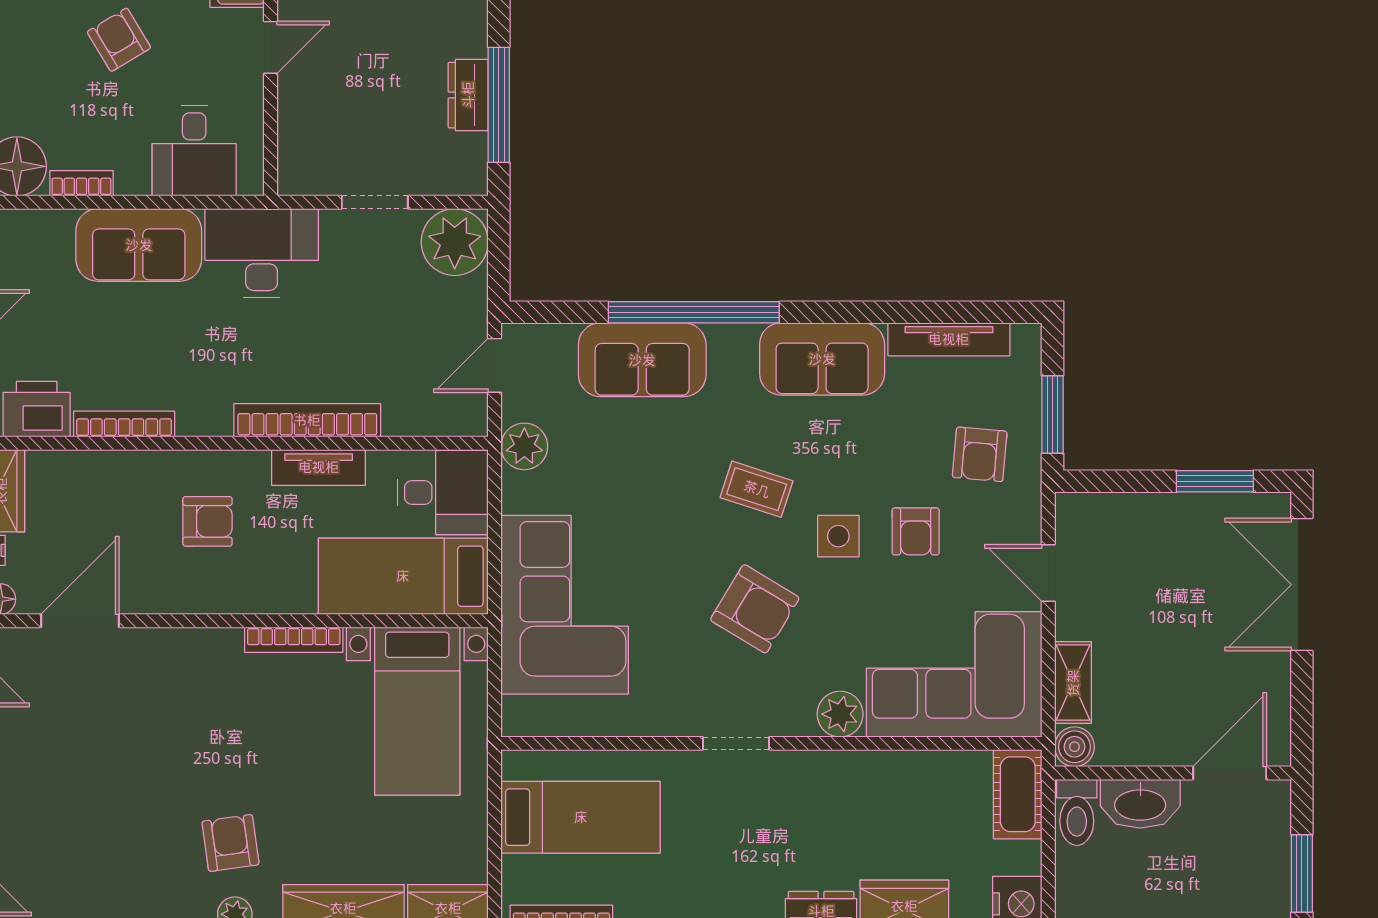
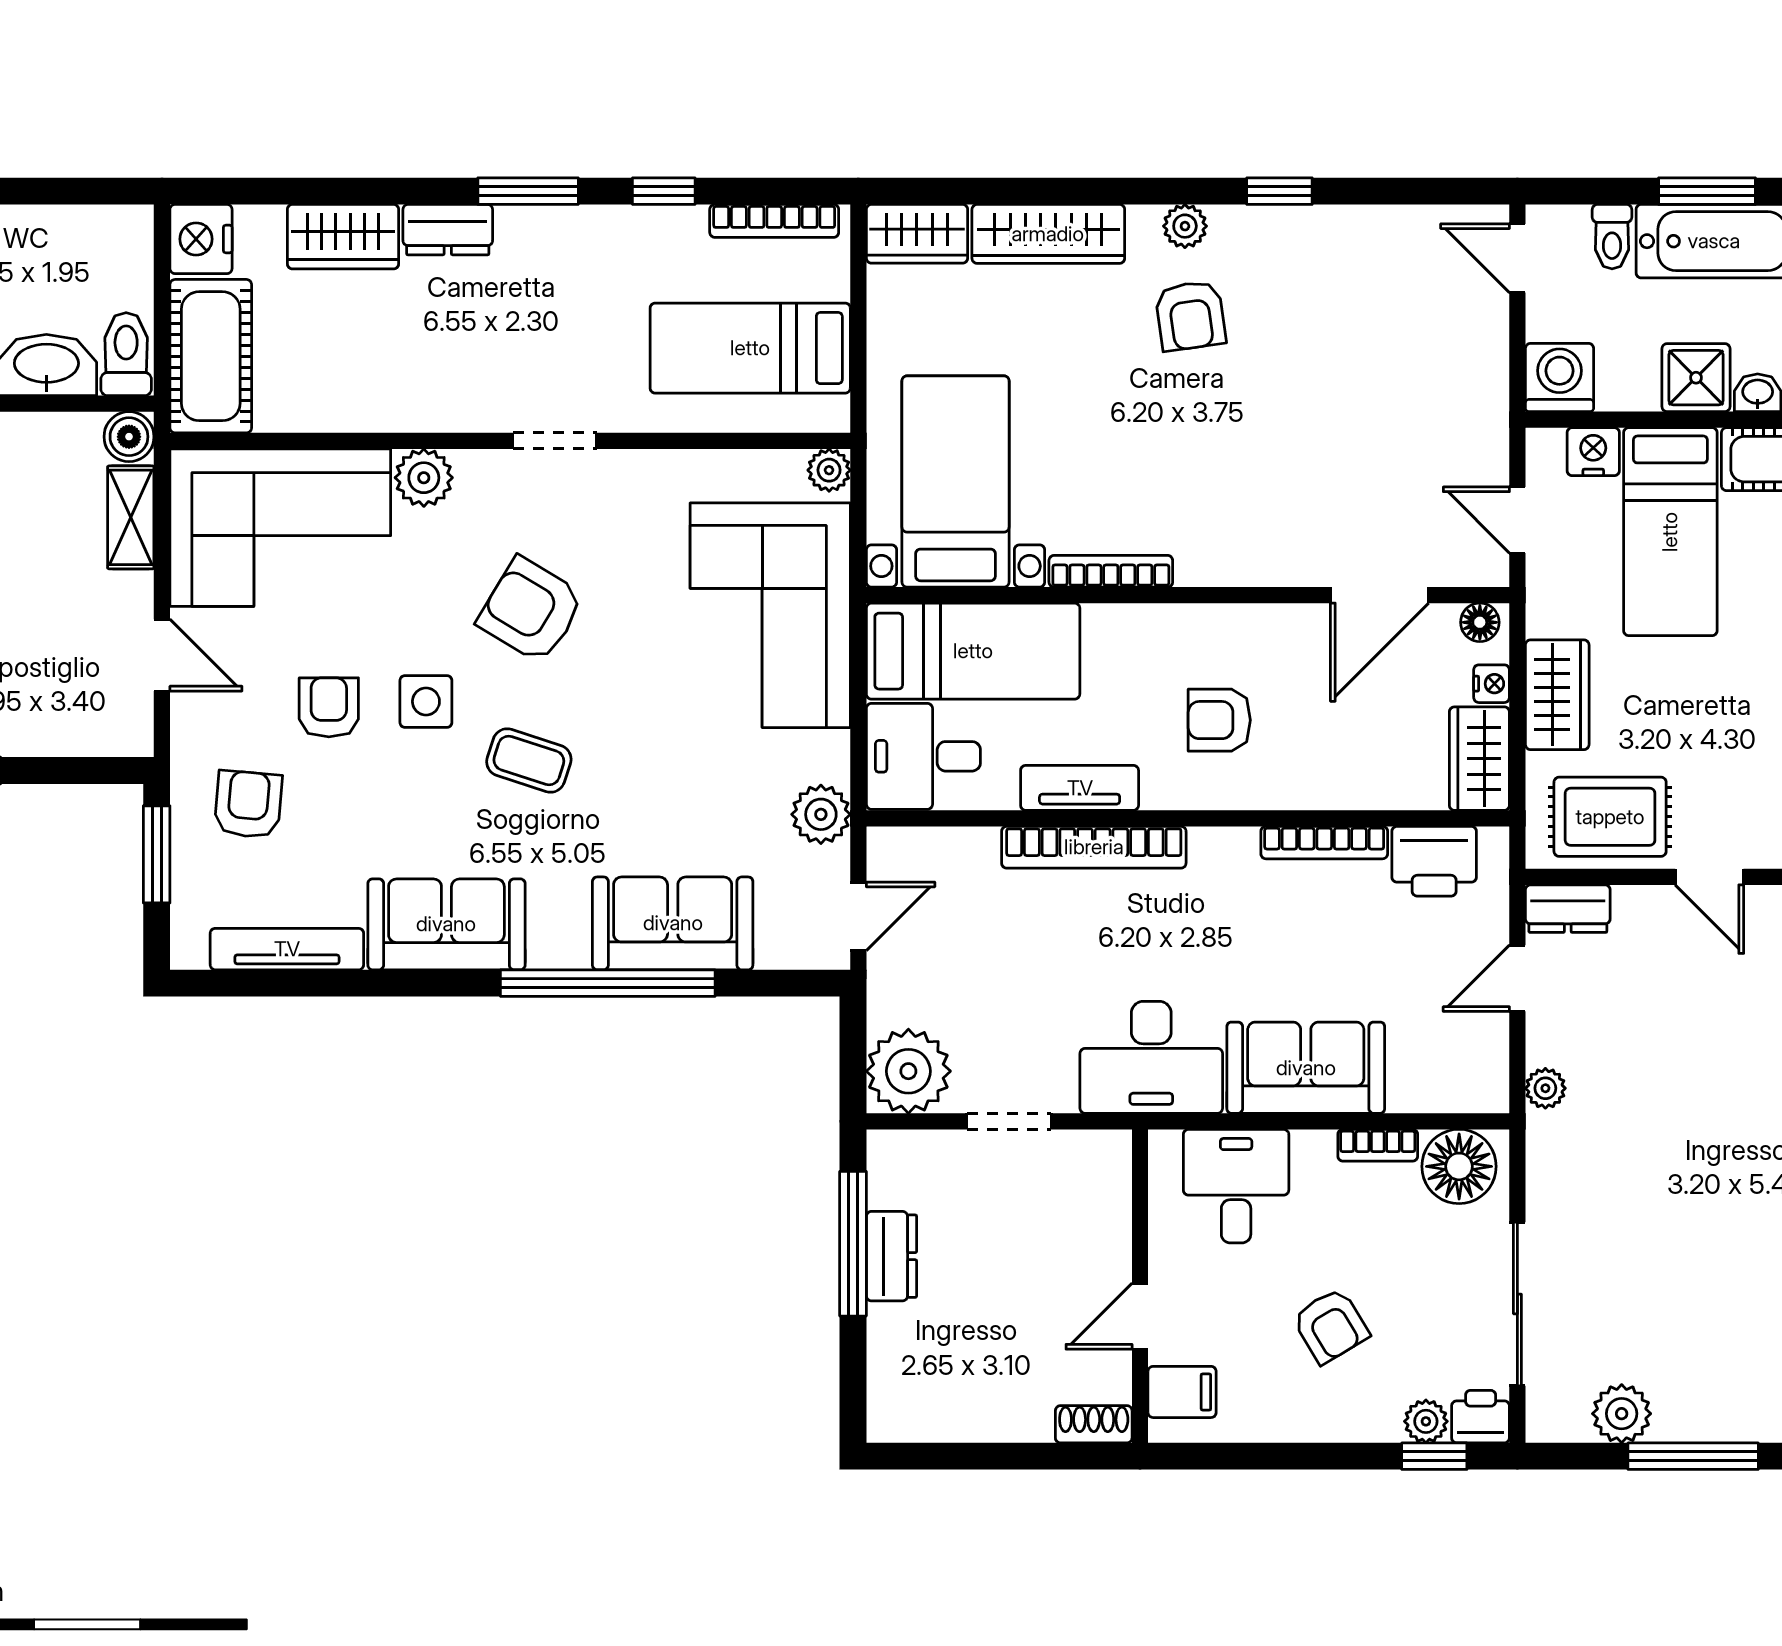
plant: (518, 720) -> (829, 470), added
cot: (1018, 794) -> (211, 356), width x1.37, depth x1.34

